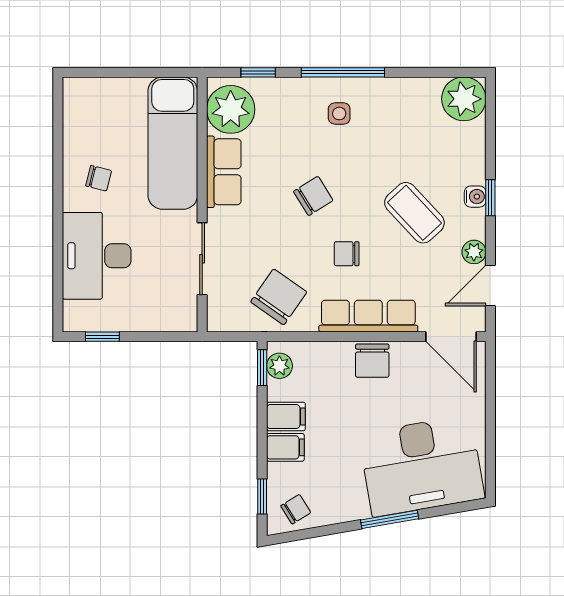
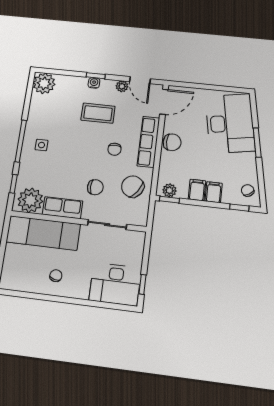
chair: (313, 196) -> (95, 187), moved, turned 122
coffee table: (414, 213) -> (98, 113), turned 43
desk: (97, 256) -> (115, 284), moved

